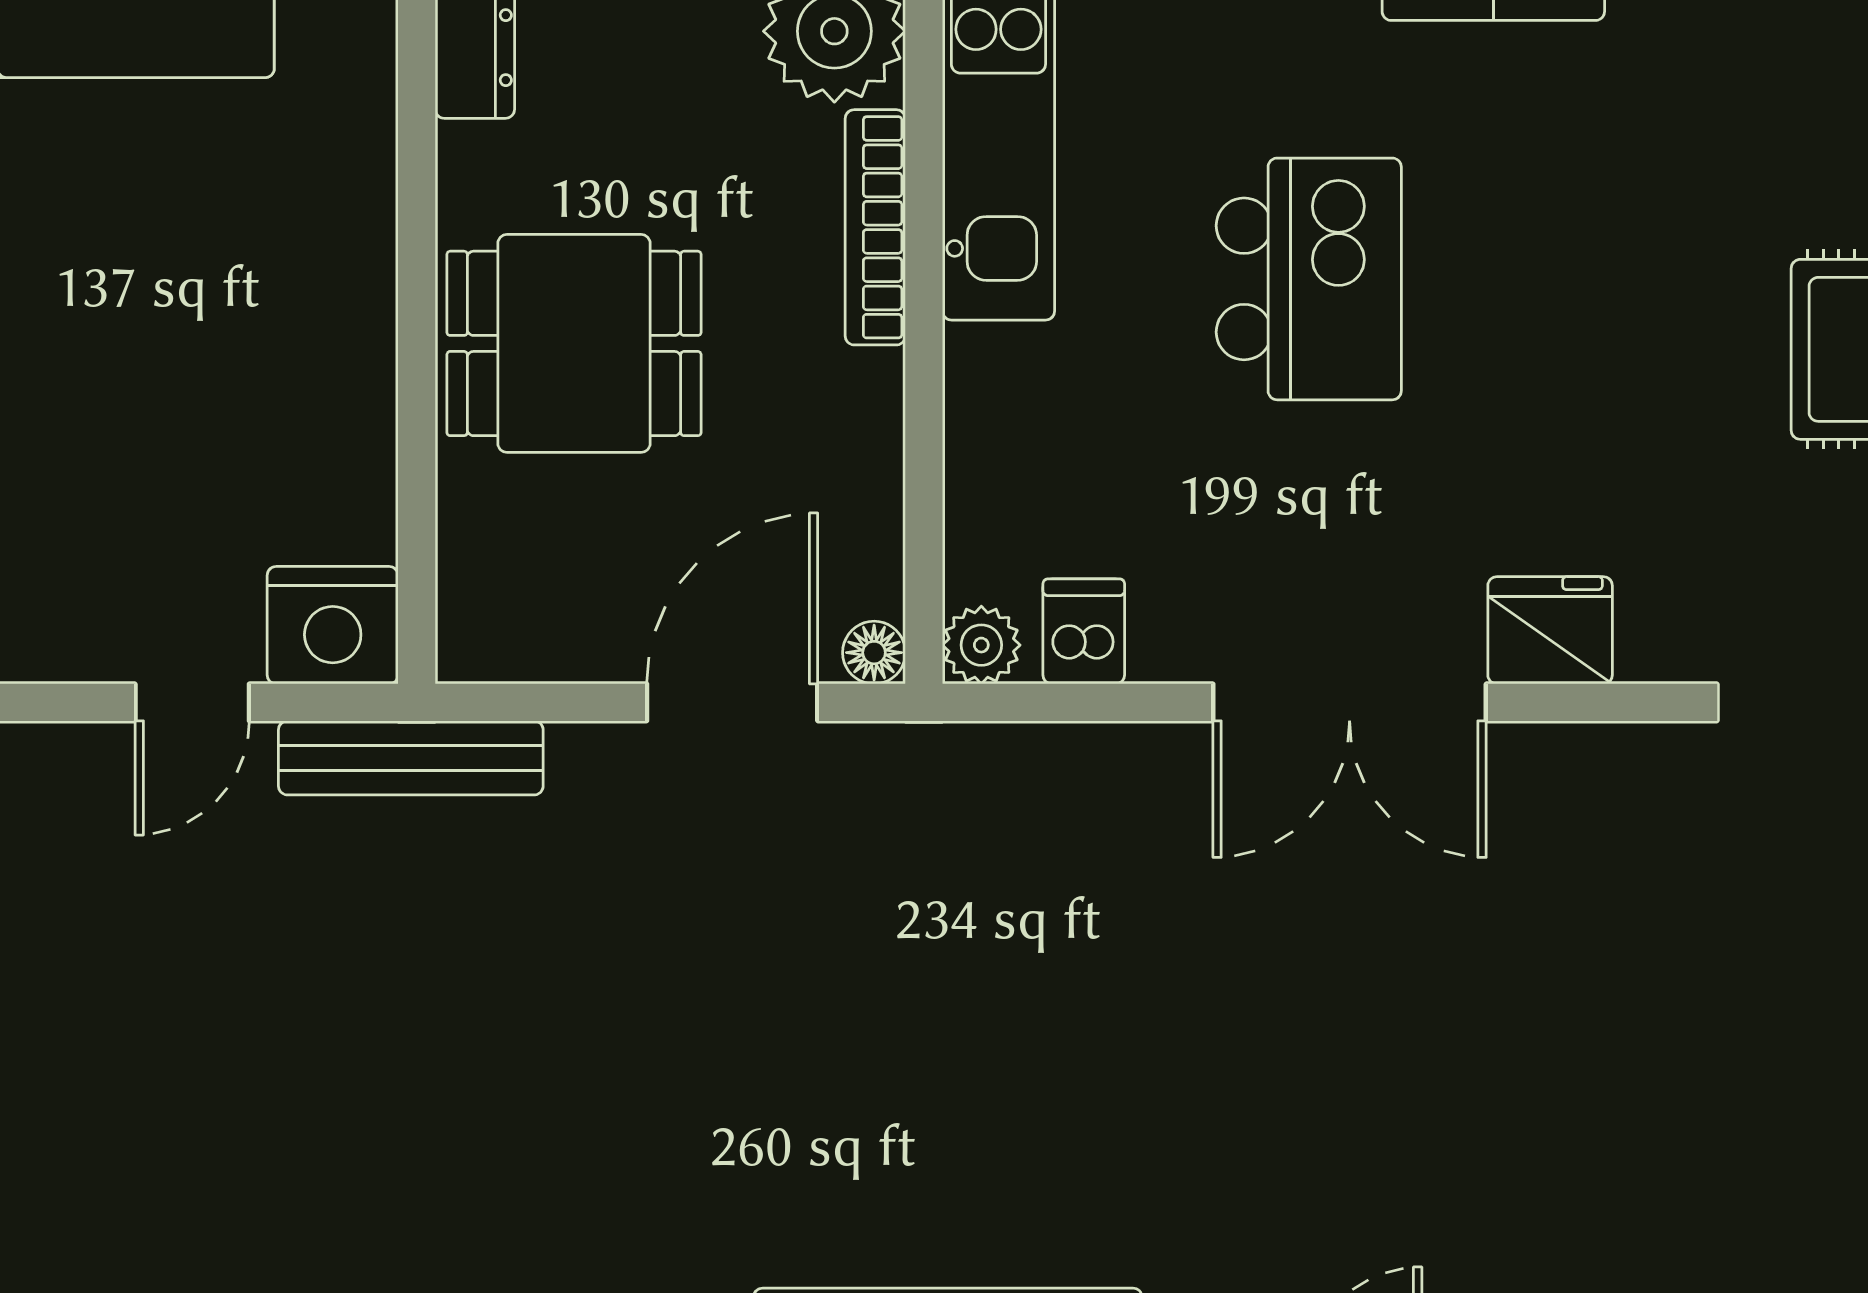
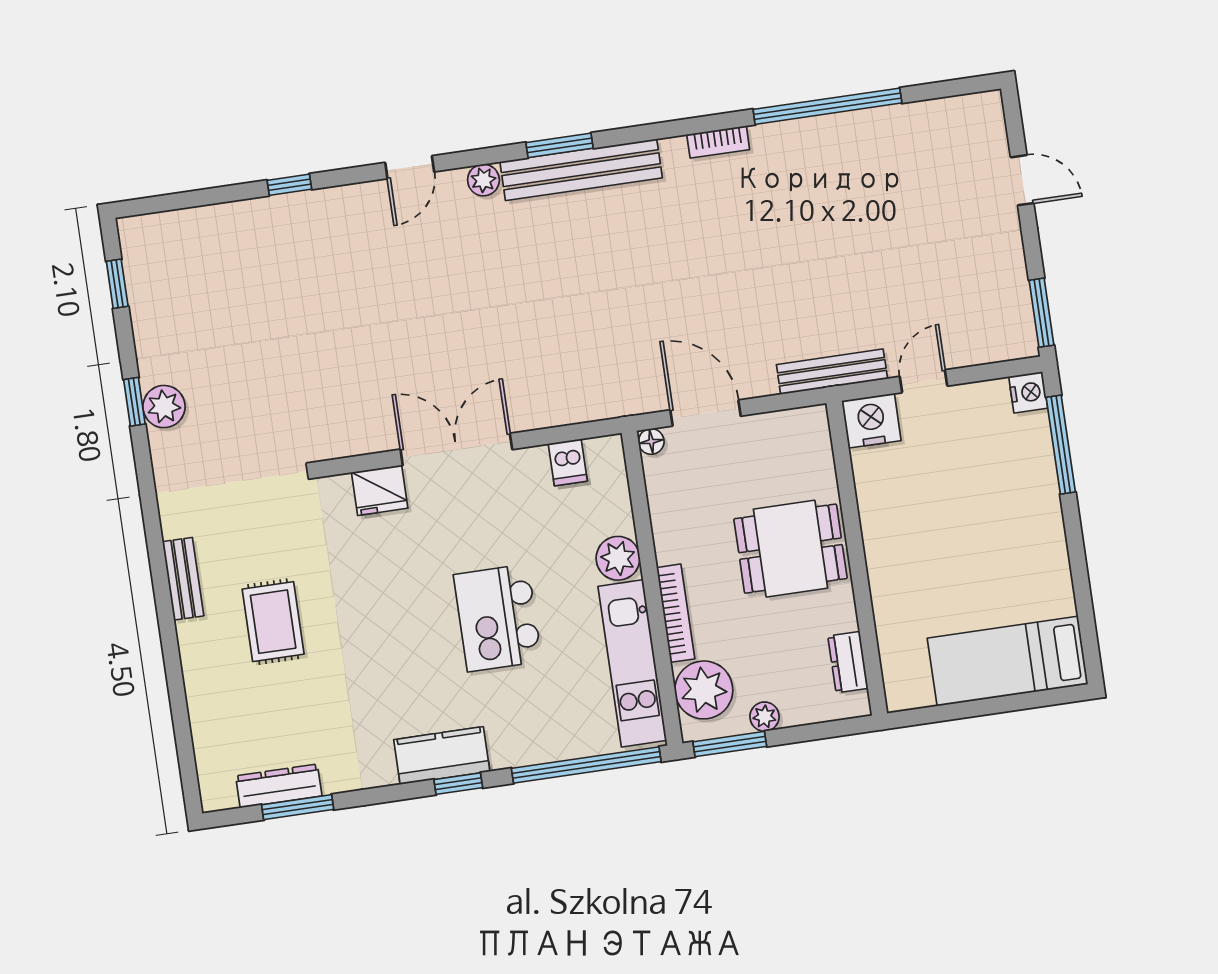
plant: (981, 645) -> (618, 558), moved, width x1.38, depth x1.38
door: (732, 702) -> (706, 413), swing flipped

